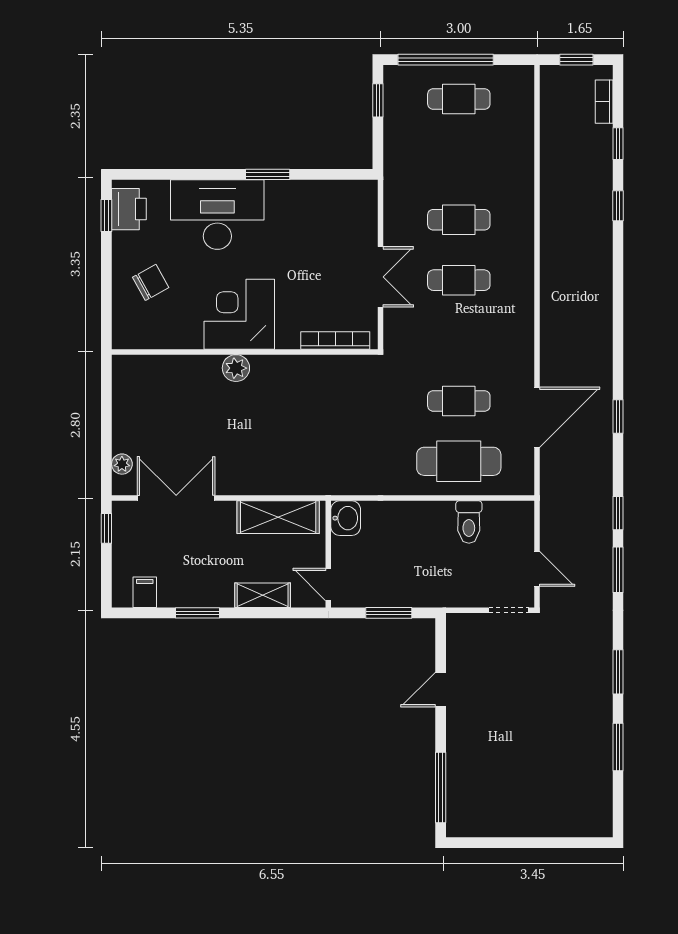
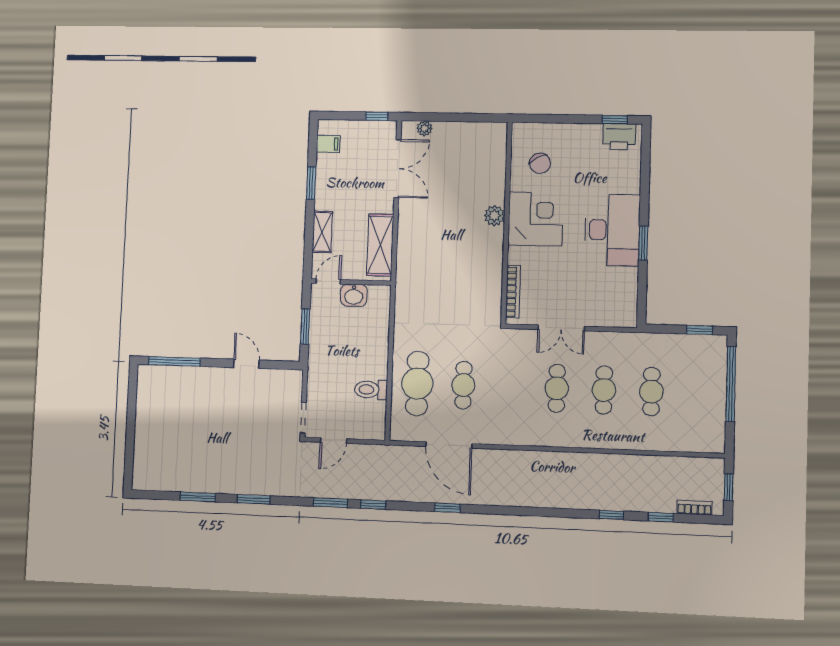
cafe table: (459, 99) -> (651, 392), moved
desk: (217, 215) -> (612, 230), moved
chair: (151, 282) -> (540, 163), moved
washbasin: (346, 518) -> (354, 295), moved

